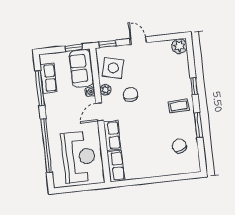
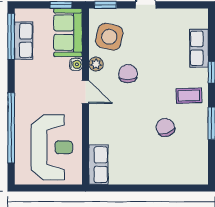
plant: (179, 46) -> (198, 18), removed
window: (40, 88) -> (11, 36), moved
door: (100, 112) -> (85, 92), swing flipped
row of seats: (112, 135) -> (199, 48), moved, turned 180
chair: (179, 146) -> (165, 127), moved

